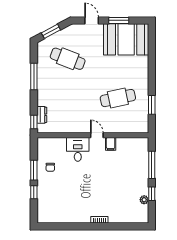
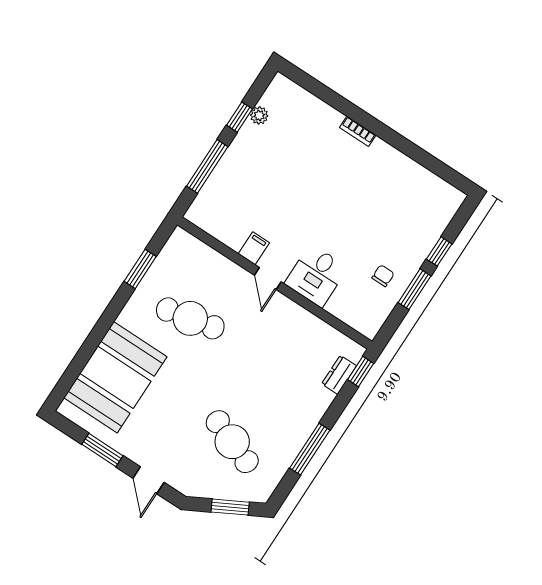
booth: (126, 39) -> (115, 377), moved, turned 90

